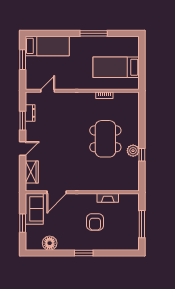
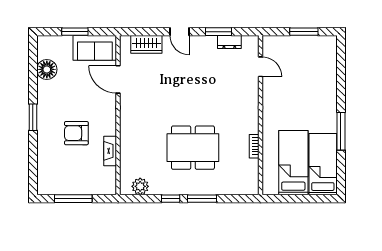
bed: (47, 46) -> (323, 164), moved, turned 180
window: (142, 132) -> (202, 199), added
plant: (133, 151) -> (140, 186), moved

